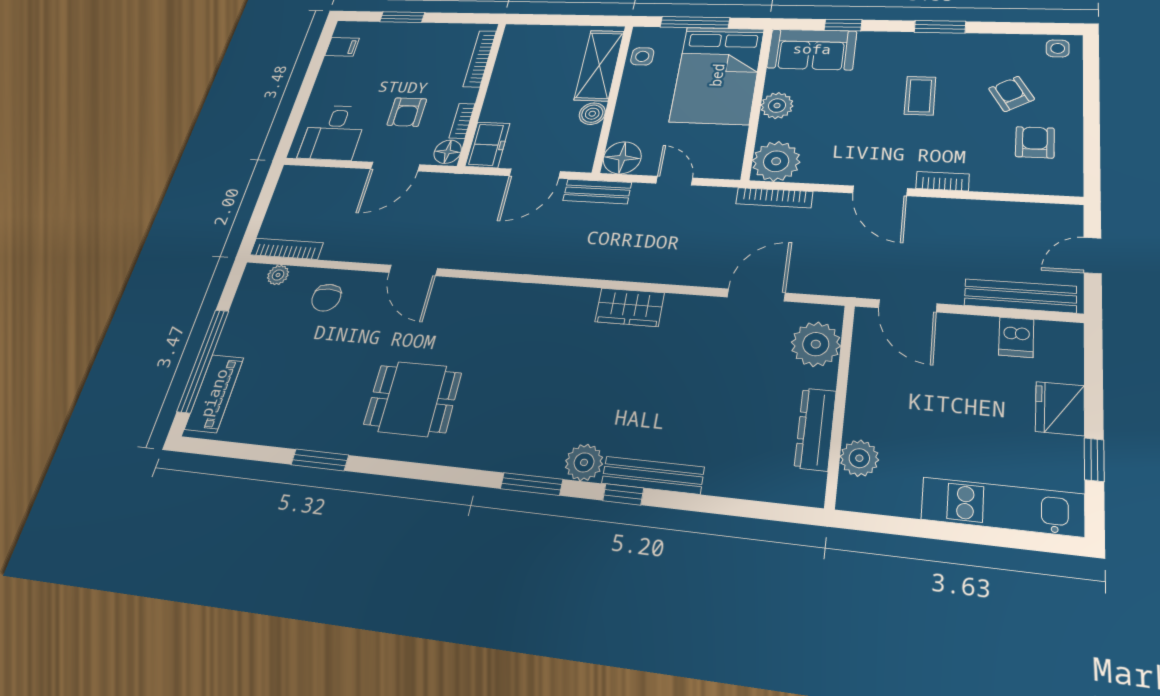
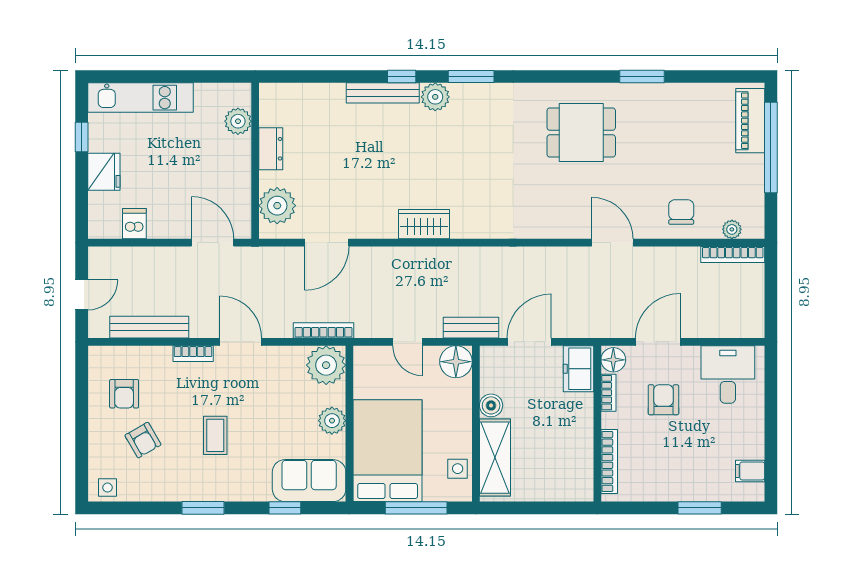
bench: (1020, 296) -> (149, 327), moved
dresser: (815, 429) -> (271, 149), width x0.70

